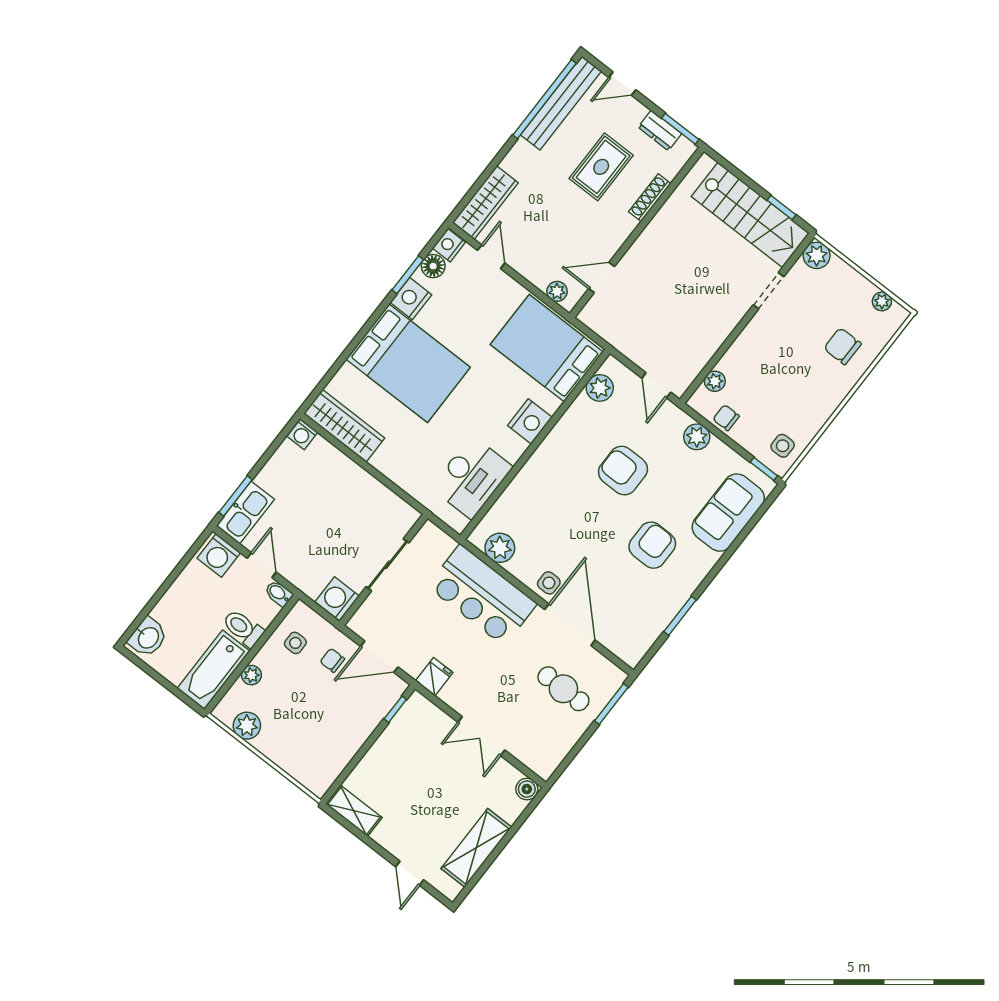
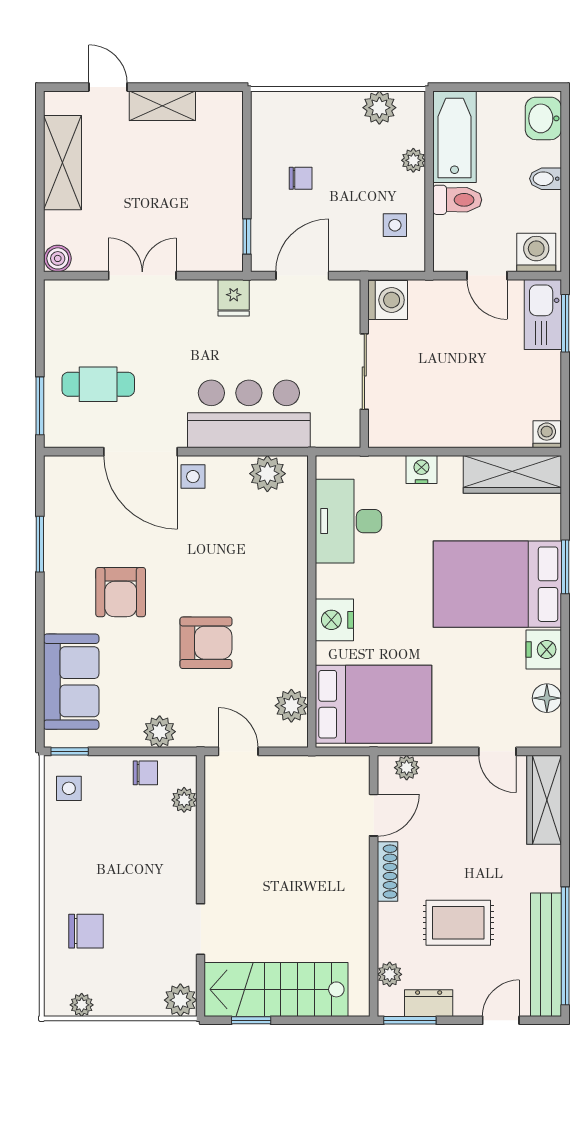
rug: (601, 167) -> (458, 923), turned 90
plant: (670, 168) -> (390, 974), added
shoe rack: (650, 198) -> (387, 872), moved
nightstand: (449, 245) -> (421, 469), moved, turned -90
window: (408, 275) -> (565, 567), moved
bidet: (279, 593) -> (545, 179), moved, turned 180
chair: (332, 660) -> (301, 178), moved
shelving: (354, 811) -> (162, 106), moved

